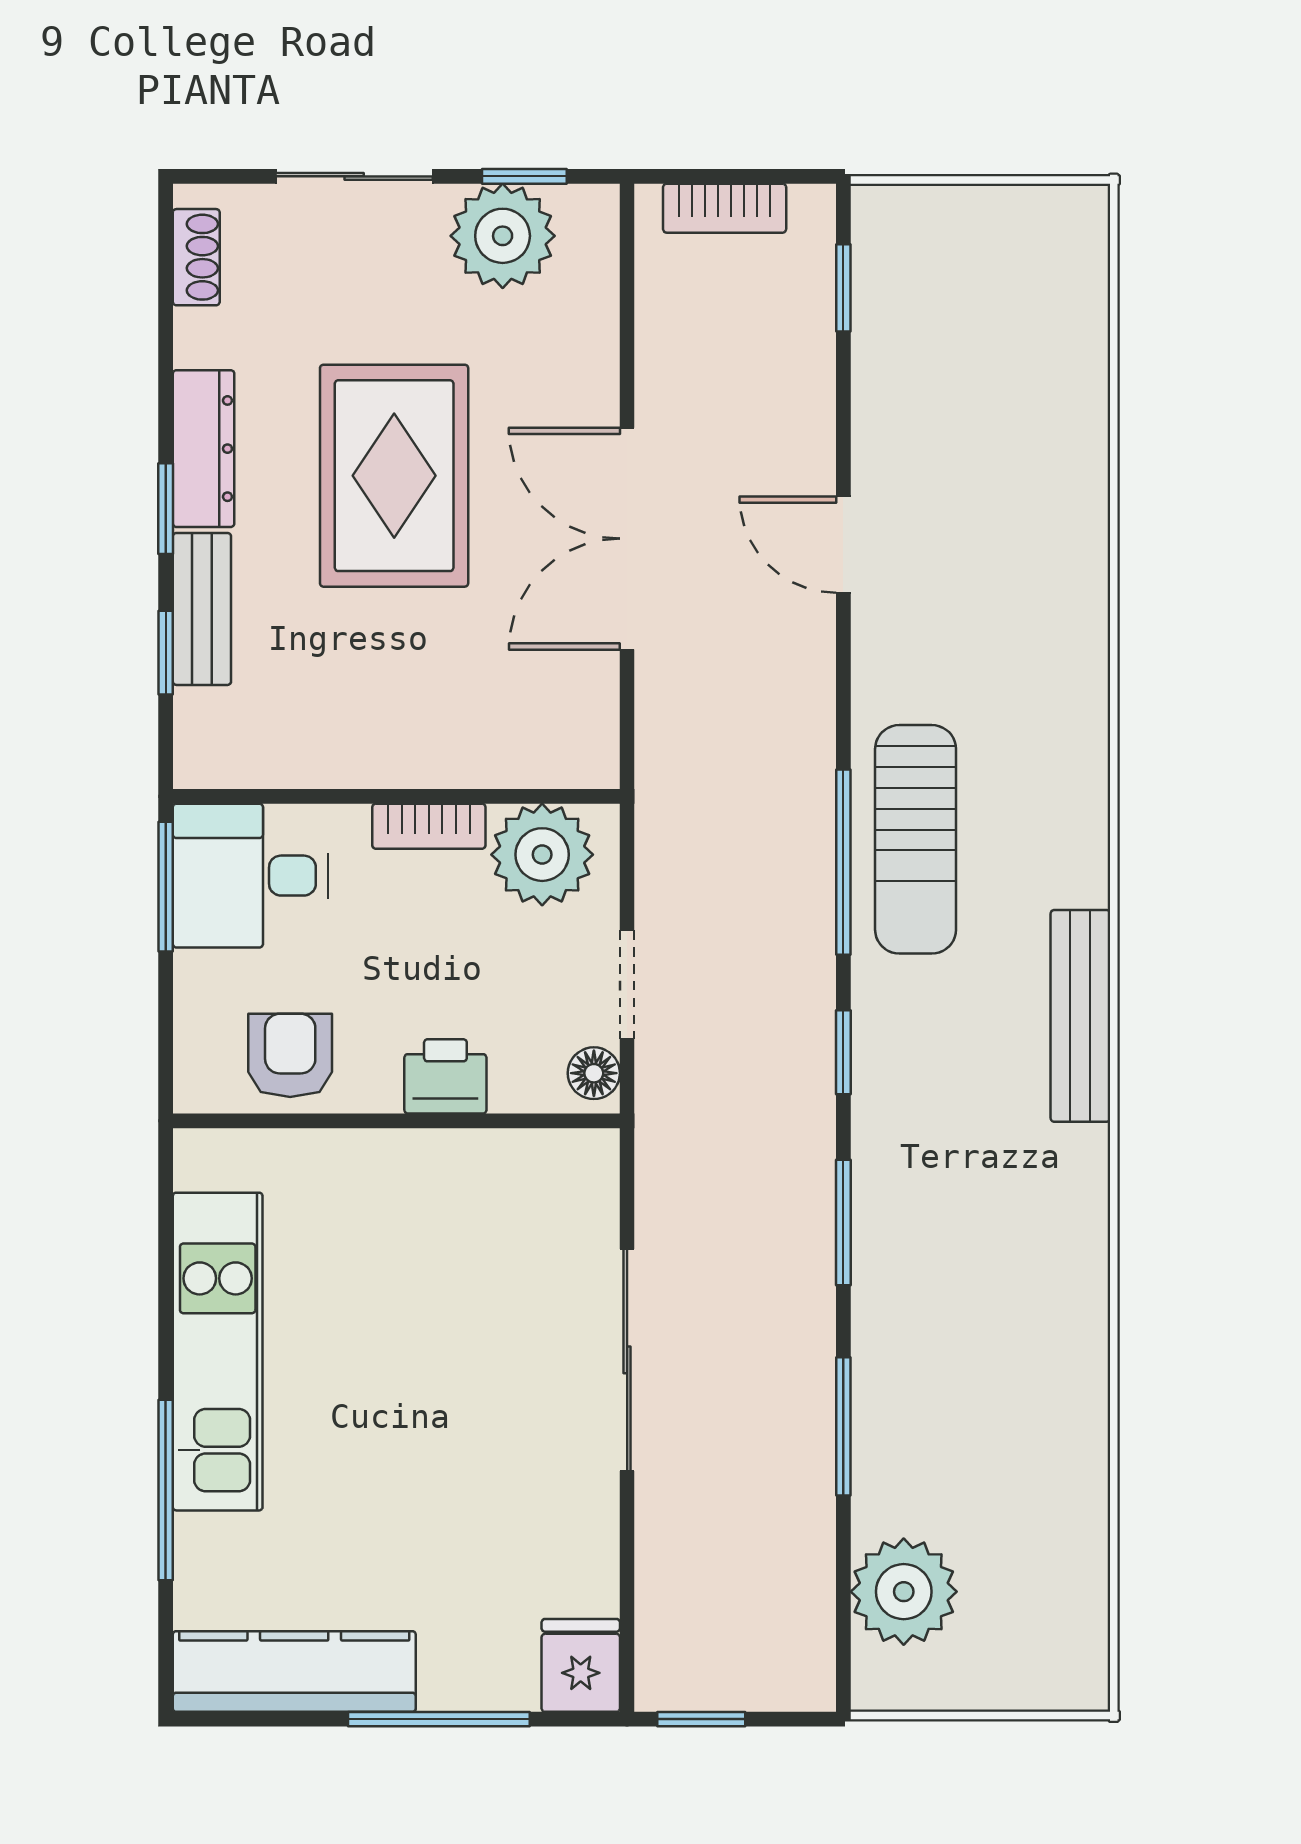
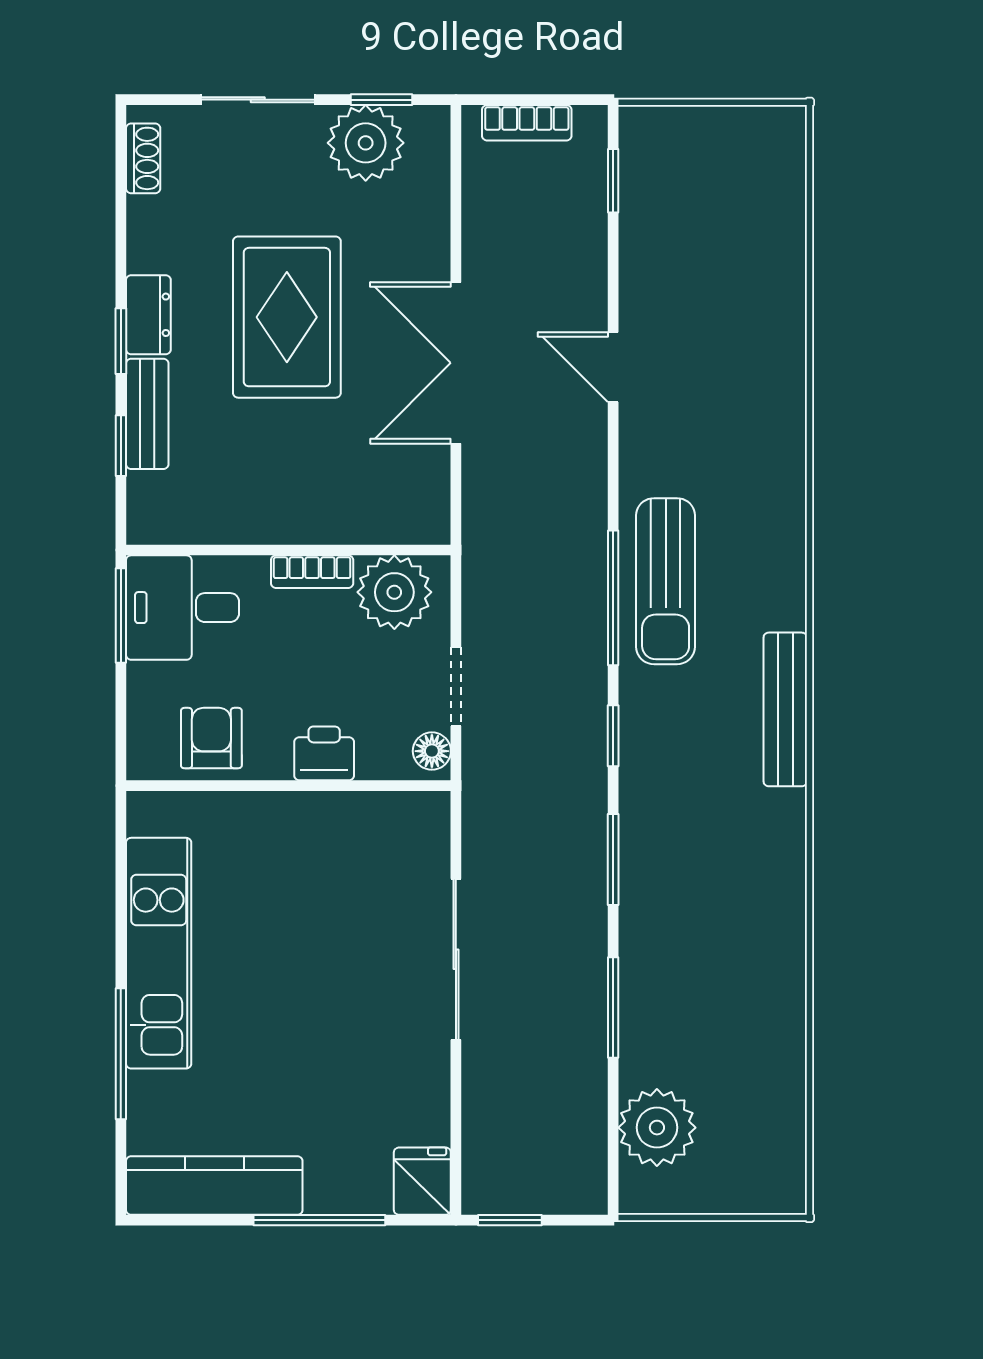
dresser: (204, 449) -> (148, 315), width x0.70

